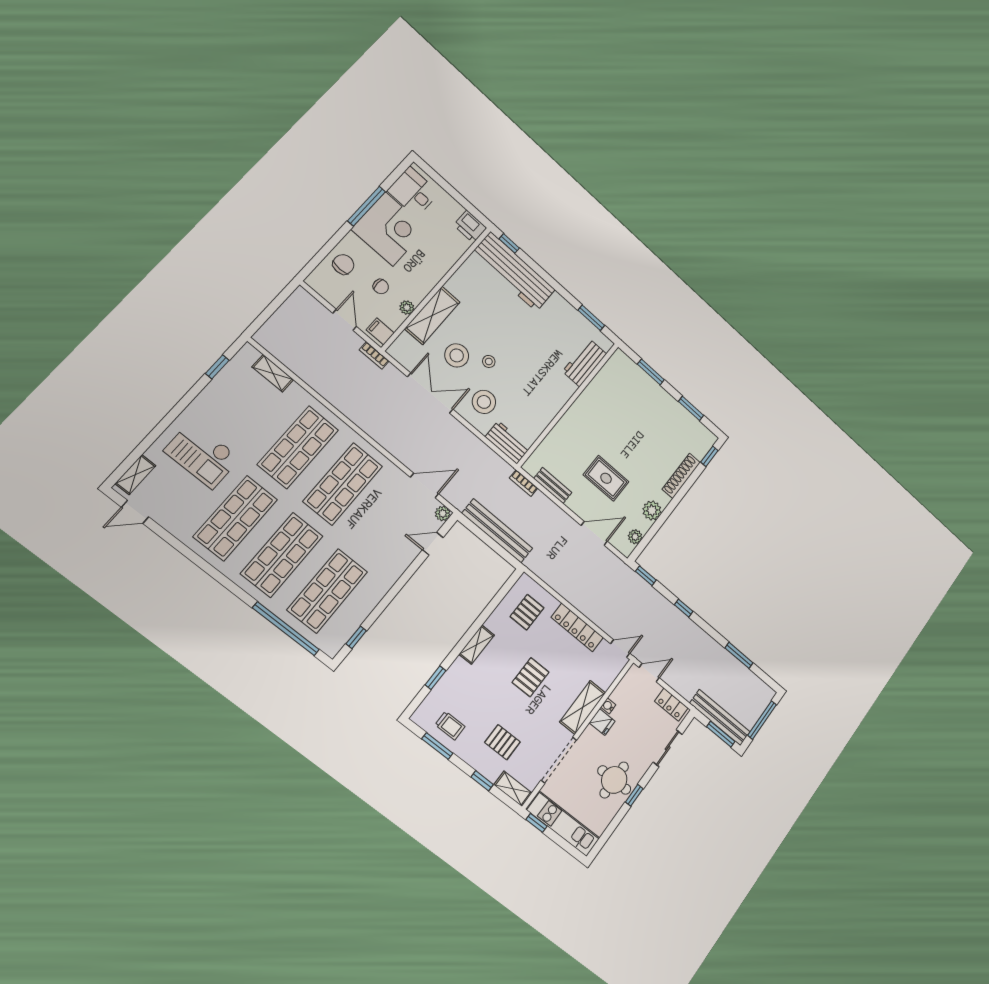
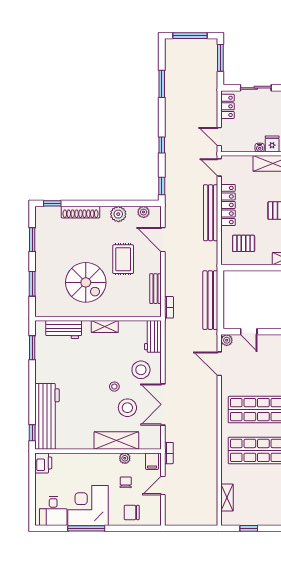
shelving: (556, 404) -> (105, 326), added
spiral stairs: (612, 423) -> (86, 282), added
bench: (720, 718) -> (211, 213), moved

